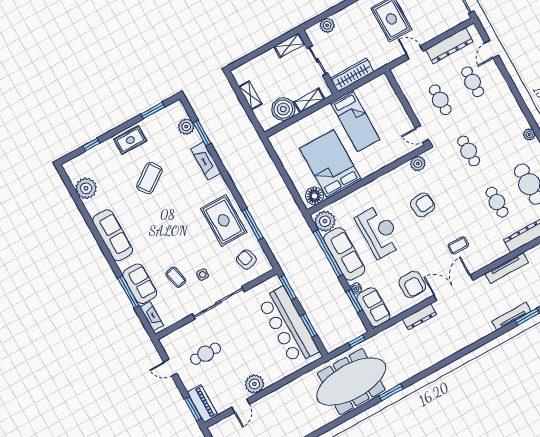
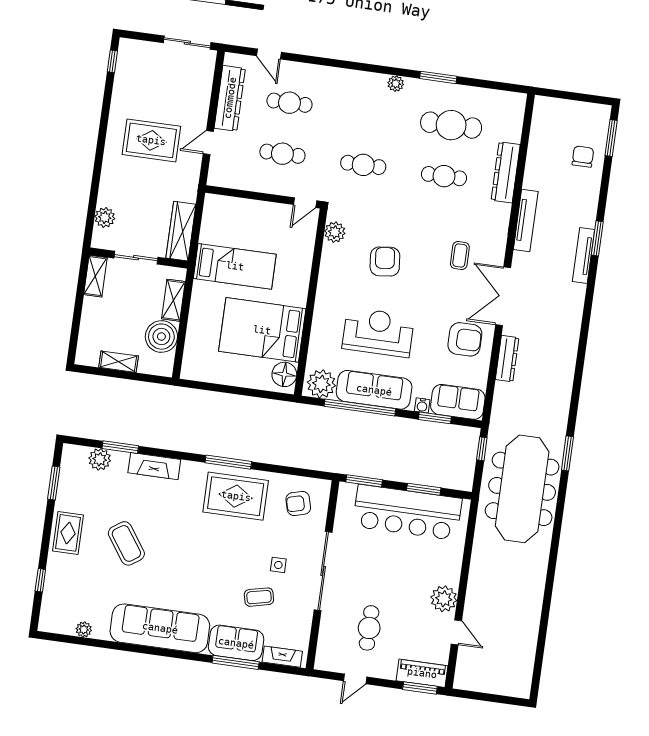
plant: (86, 188) -> (84, 629), width x0.53, depth x0.53
window: (253, 224) -> (228, 462), moved
sofa: (113, 235) -> (160, 628), width x1.36, depth x1.27

